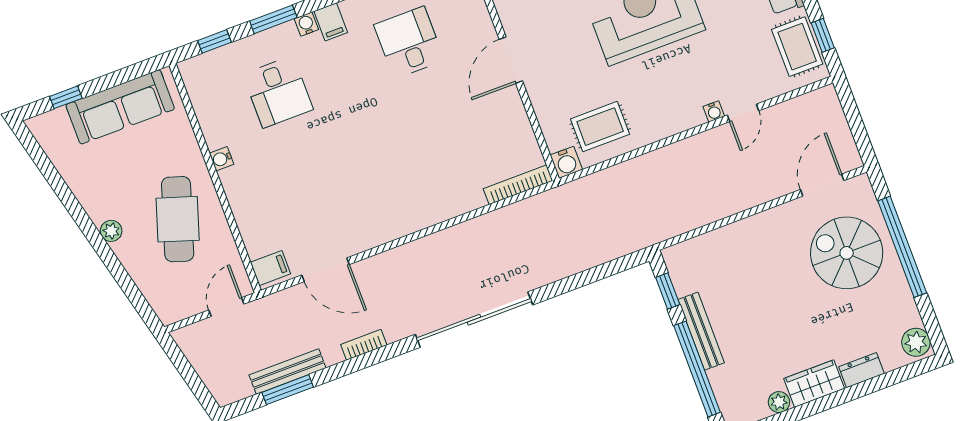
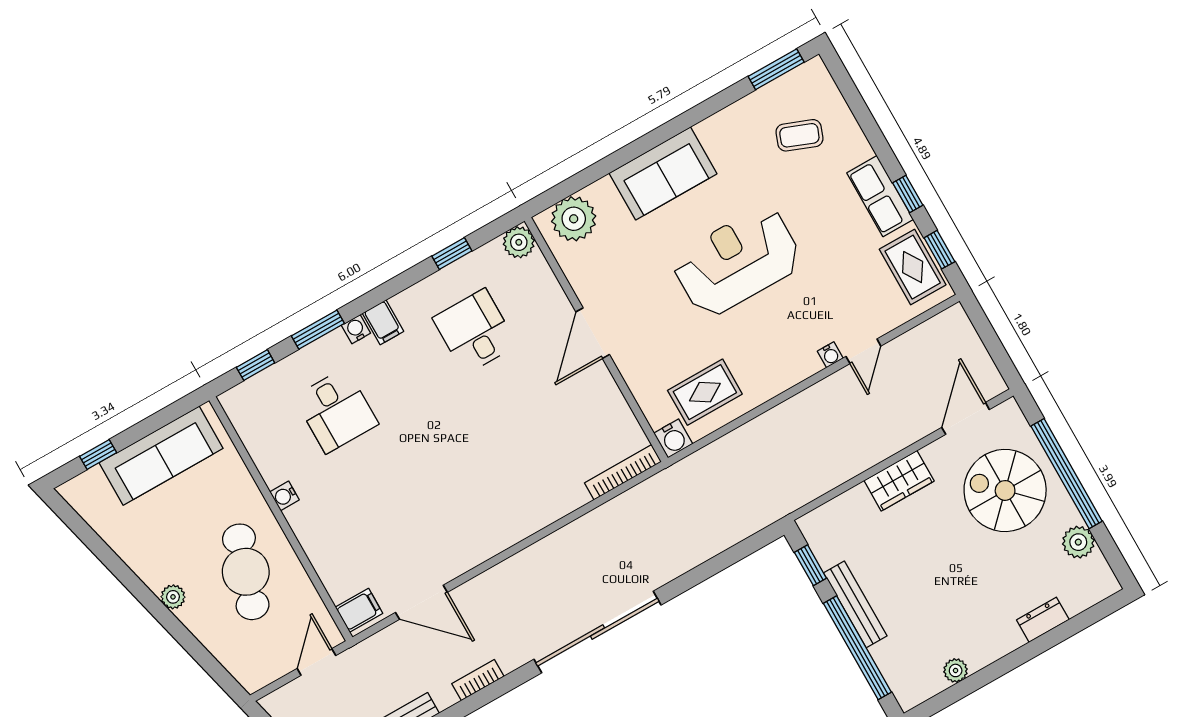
plant: (916, 342) -> (1078, 542), moved
wardrobe: (814, 384) -> (899, 481), moved, turned 180

